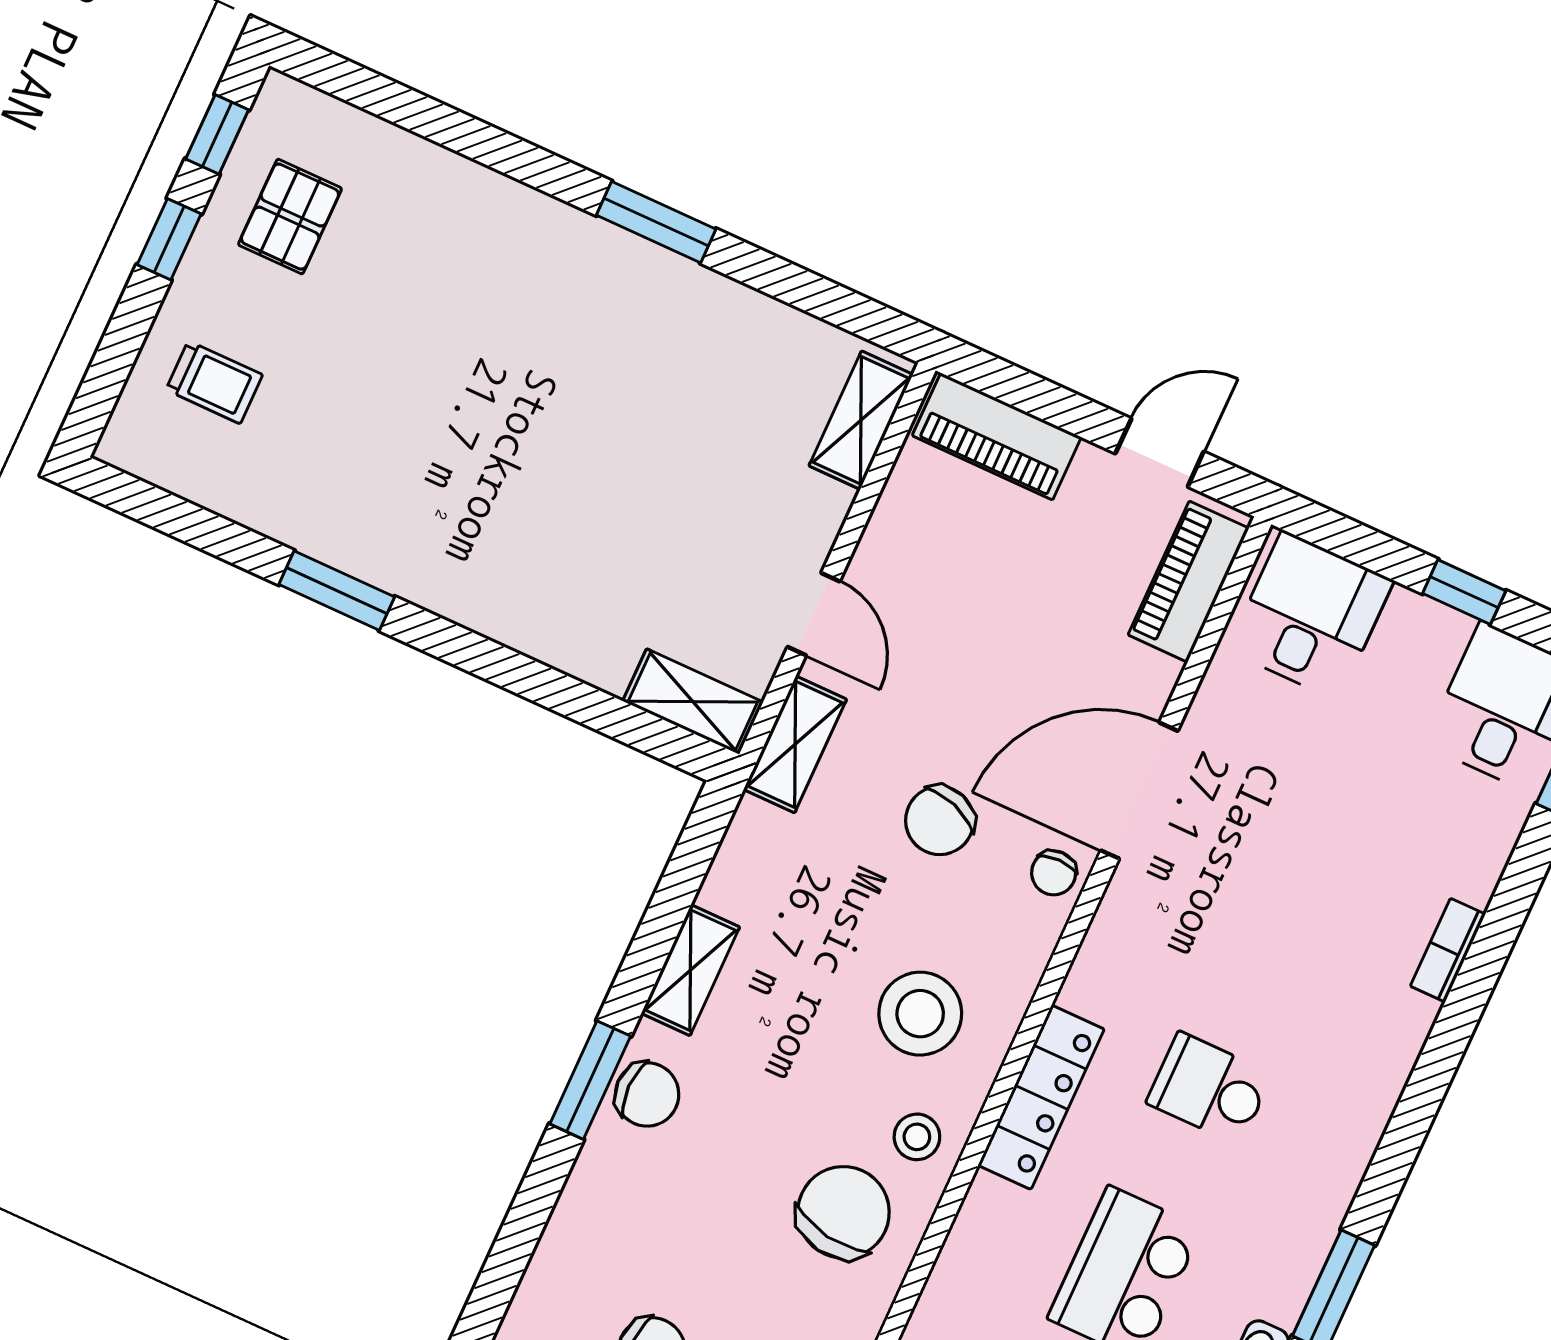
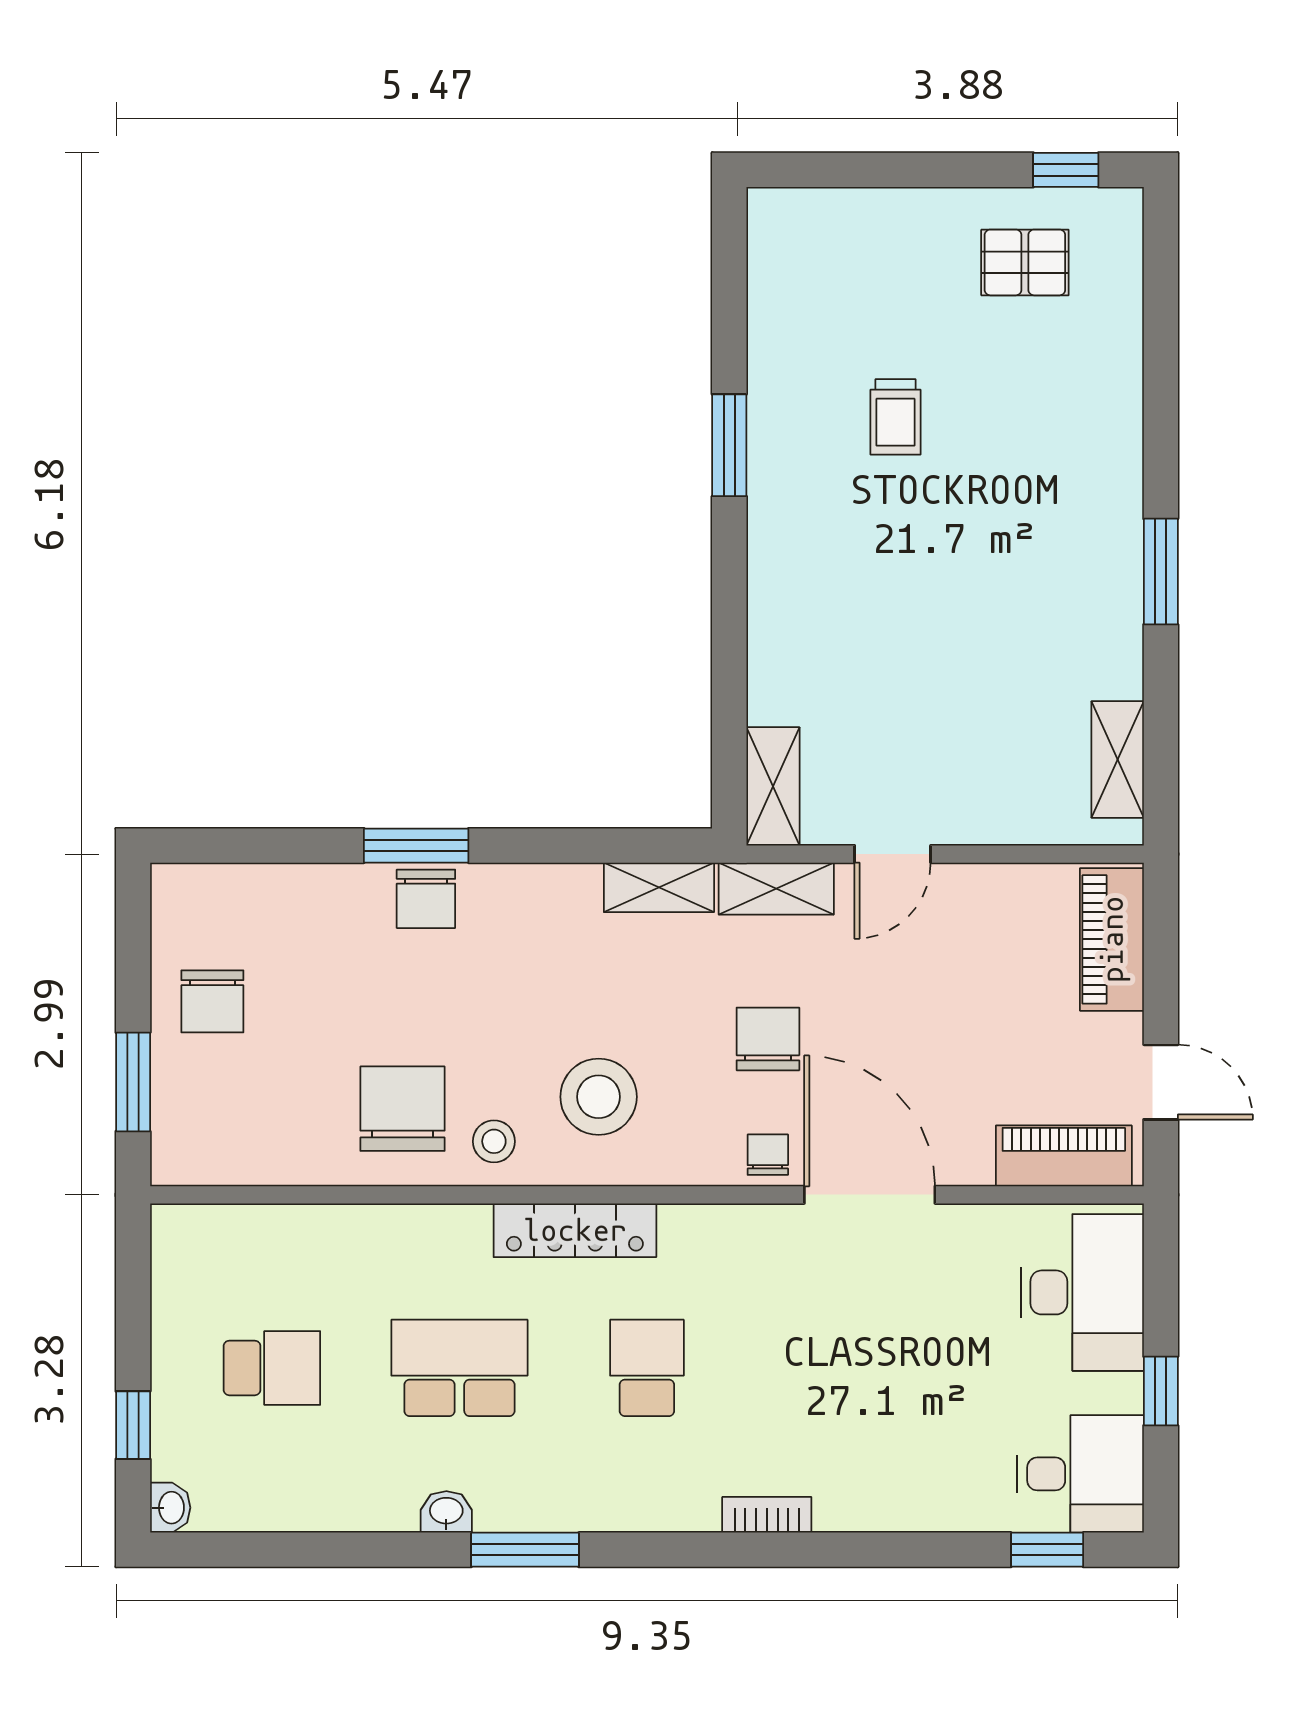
window: (169, 239) -> (959, 170), removed
trolley: (214, 382) -> (895, 417), moved
shelving: (861, 420) -> (1118, 759), moved, turned 90
desk: (1310, 615) -> (1082, 1292), width x1.37
chair: (940, 821) -> (768, 1039), turned 71
chair: (1054, 873) -> (768, 1155), turned 90
bookcase: (1448, 950) -> (767, 1515), moved
shelving: (690, 970) -> (659, 887), moved
chair: (843, 1212) -> (402, 1109), turned -99

